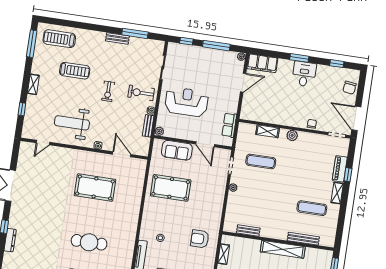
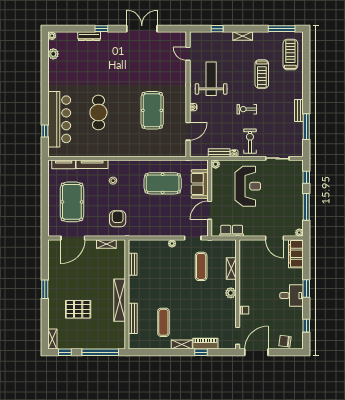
pool table: (171, 188) -> (163, 183), turned 90

